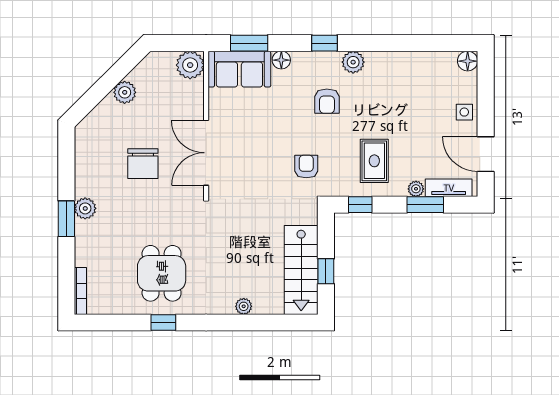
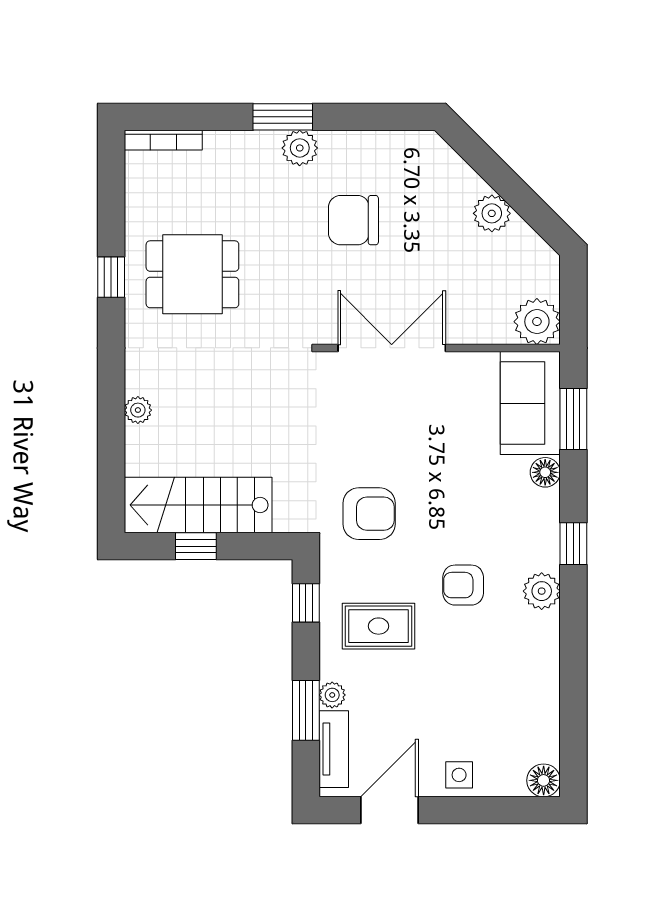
armchair: (327, 101) -> (463, 585), moved
chair: (143, 164) -> (353, 220), moved
armchair: (306, 166) -> (369, 514), width x1.38, depth x1.38

